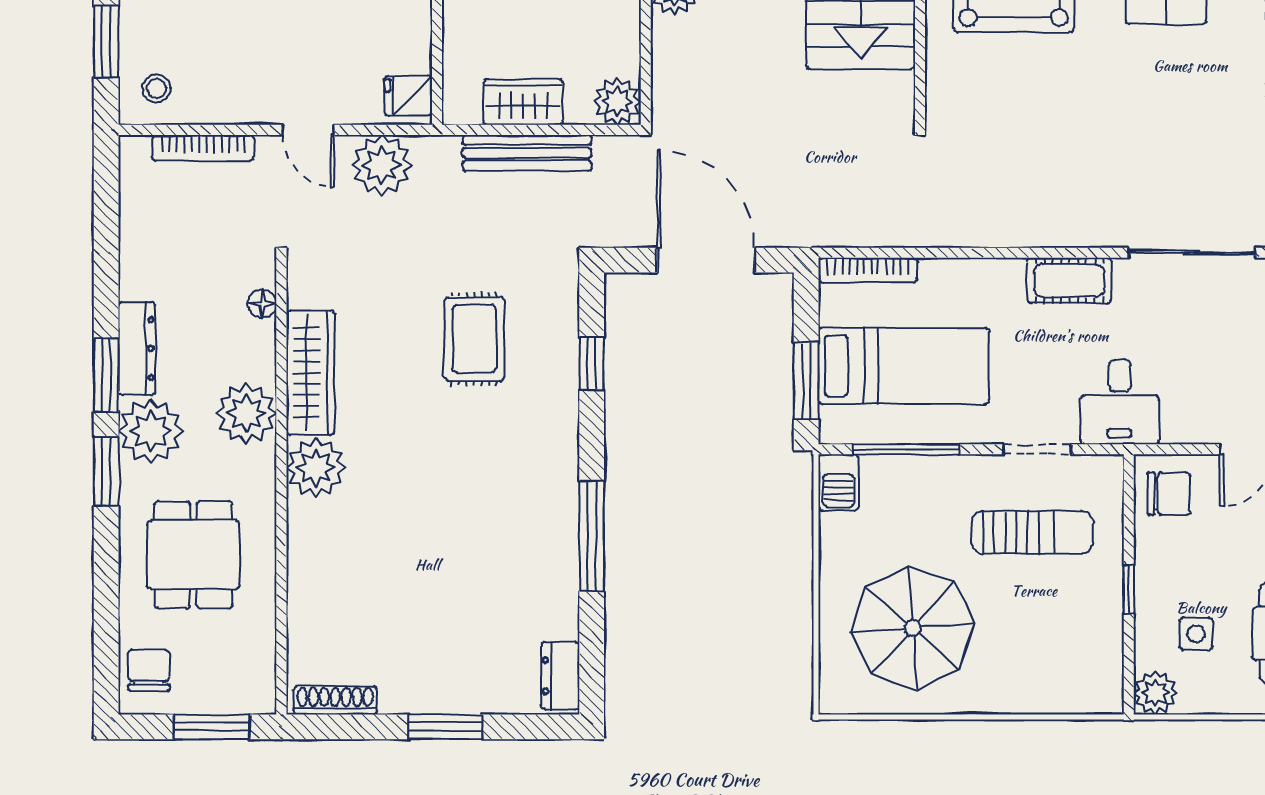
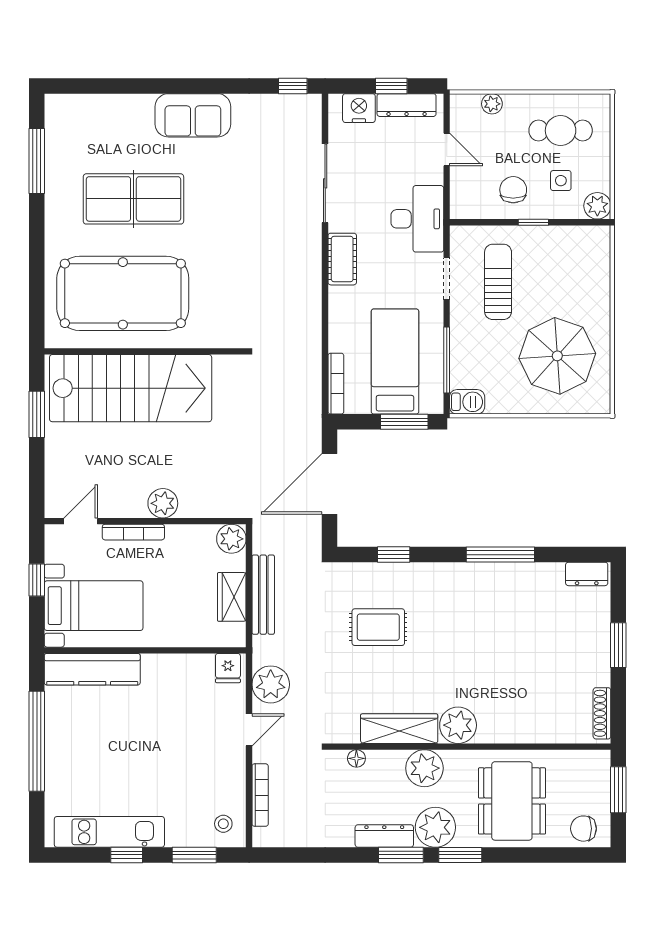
desk: (1120, 402) -> (417, 219), width x1.37
chair: (1169, 494) -> (513, 190), moved
dining table: (193, 555) -> (512, 801), width x1.38

